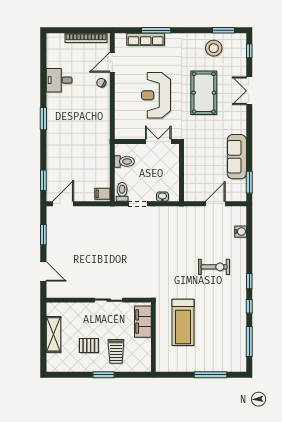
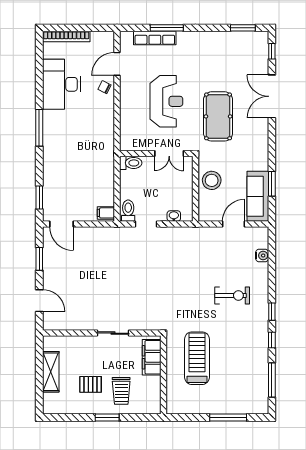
bookcase: (86, 38) -> (66, 37), moved
stool: (214, 48) -> (212, 180), moved
desk: (59, 80) -> (61, 84), width x1.87, depth x1.30
double door: (249, 91) -> (272, 96), width x1.37
pool table: (204, 93) -> (218, 116), moved
reception desk: (156, 95) -> (166, 101), turned 180
window: (43, 119) -> (39, 128), width x1.44
double door: (158, 141) -> (169, 154), swing flipped
sofa: (237, 157) -> (258, 196), moved
toilet: (124, 161) -> (131, 163), moved
window: (249, 182) -> (272, 184), moved
door: (63, 204) -> (62, 224), swing flipped
treadmill: (183, 322) -> (197, 358), turned 180

